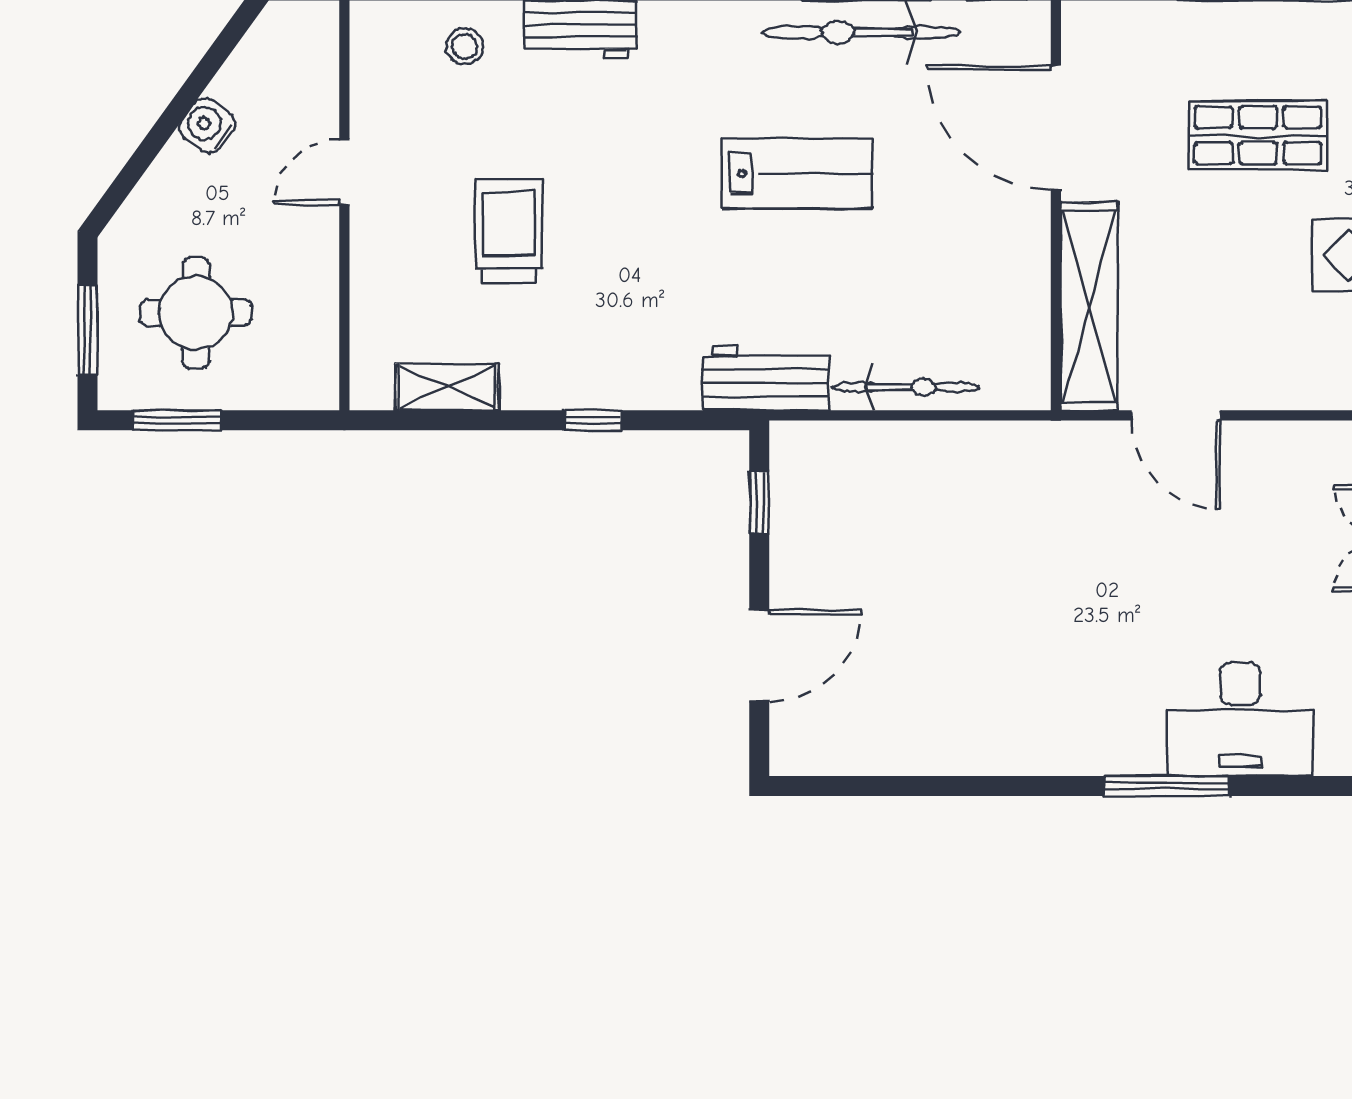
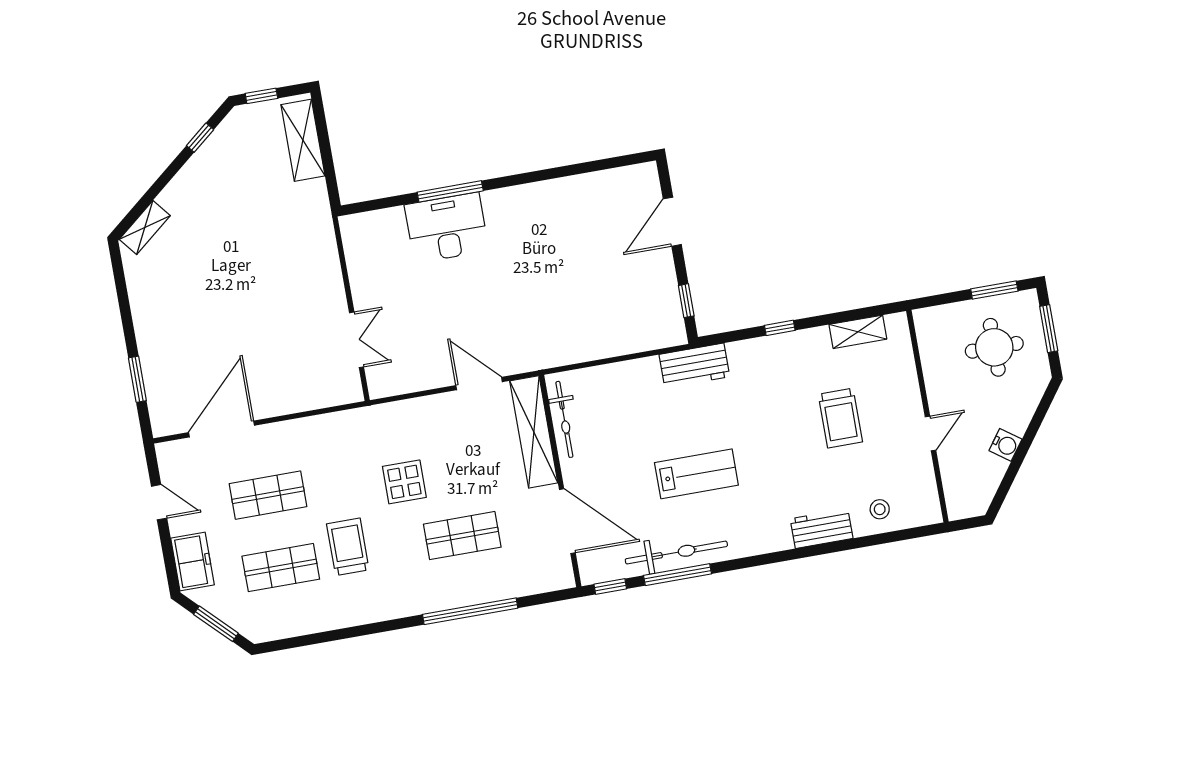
lab bench: (797, 174) -> (696, 474), turned 180
bicycle: (906, 387) -> (564, 419), moved, turned -90
desk: (1240, 719) -> (447, 228), moved

